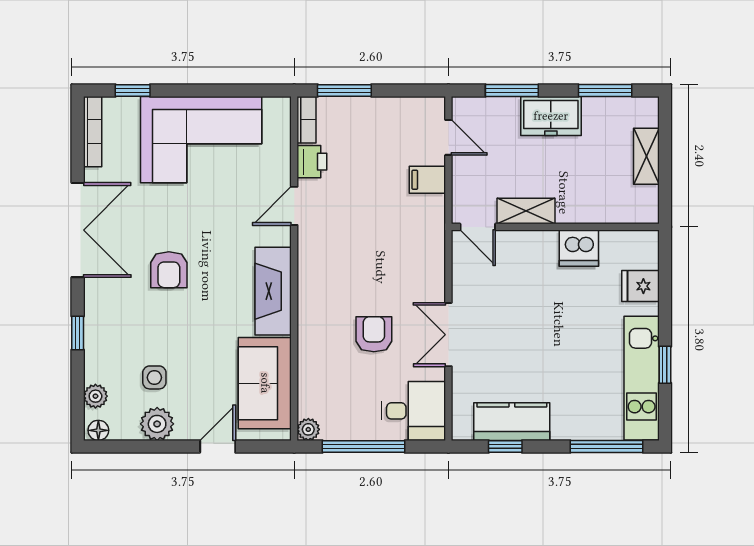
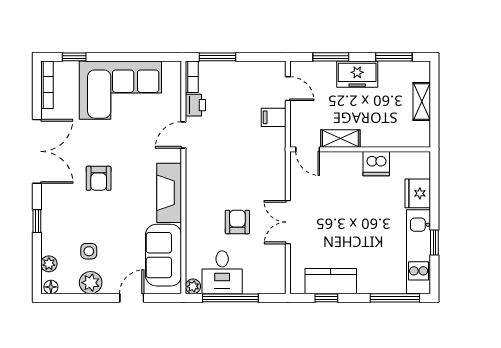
fridge: (640, 286) -> (418, 193), width x1.38
desk: (414, 411) -> (222, 272), moved, turned 90

